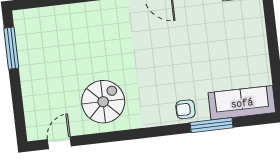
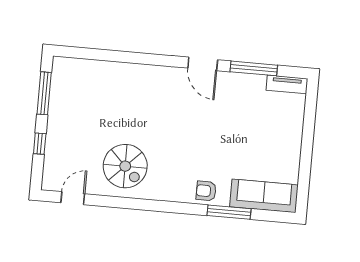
window: (17, 97) -> (40, 144), added
spiral stairs: (103, 102) -> (125, 166), turned 90

